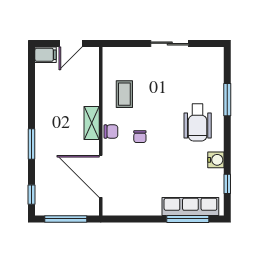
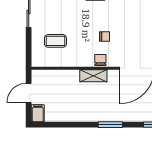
door: (71, 43) -> (29, 93), swing flipped
coffee table: (124, 94) -> (55, 41), moved

